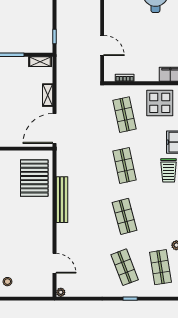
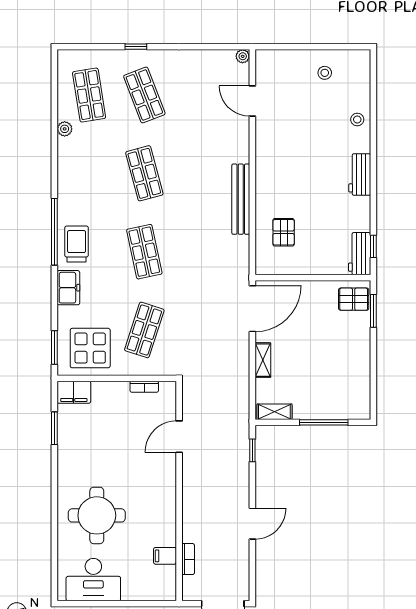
door: (102, 45) -> (179, 437), hinge flipped
shop shelf: (125, 115) -> (144, 330), turned 30
pallet: (34, 178) -> (284, 232), width x0.49, depth x0.50

